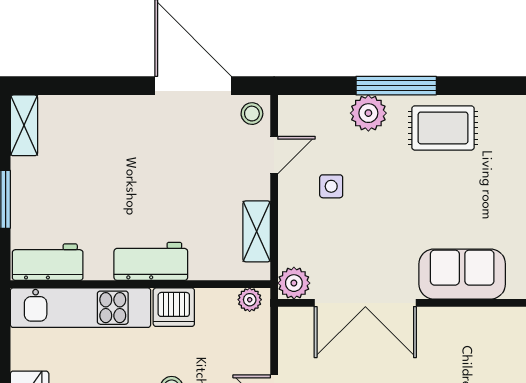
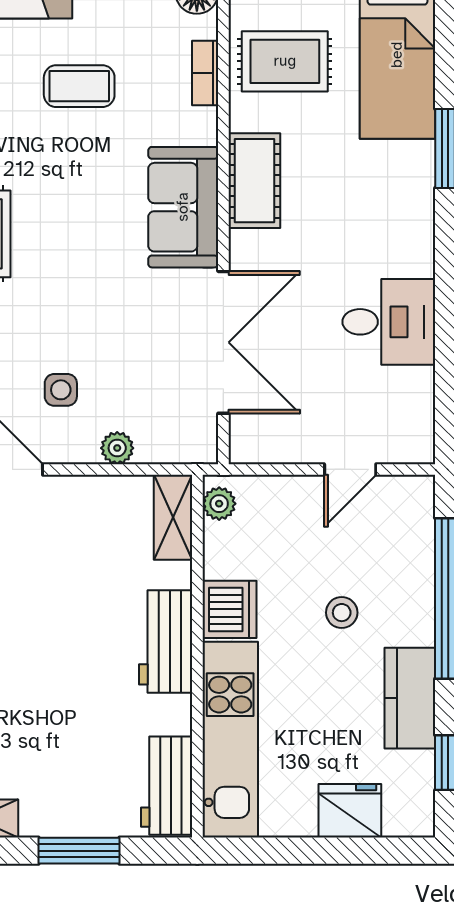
shelving: (257, 231) -> (173, 517), moved, turned 90
plant: (294, 283) -> (117, 448), moved, width x0.73, depth x0.73
cot: (481, 325) -> (254, 181), added

